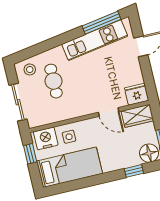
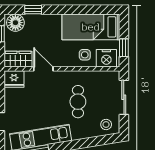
cafe table: (54, 81) -> (78, 102), moved

